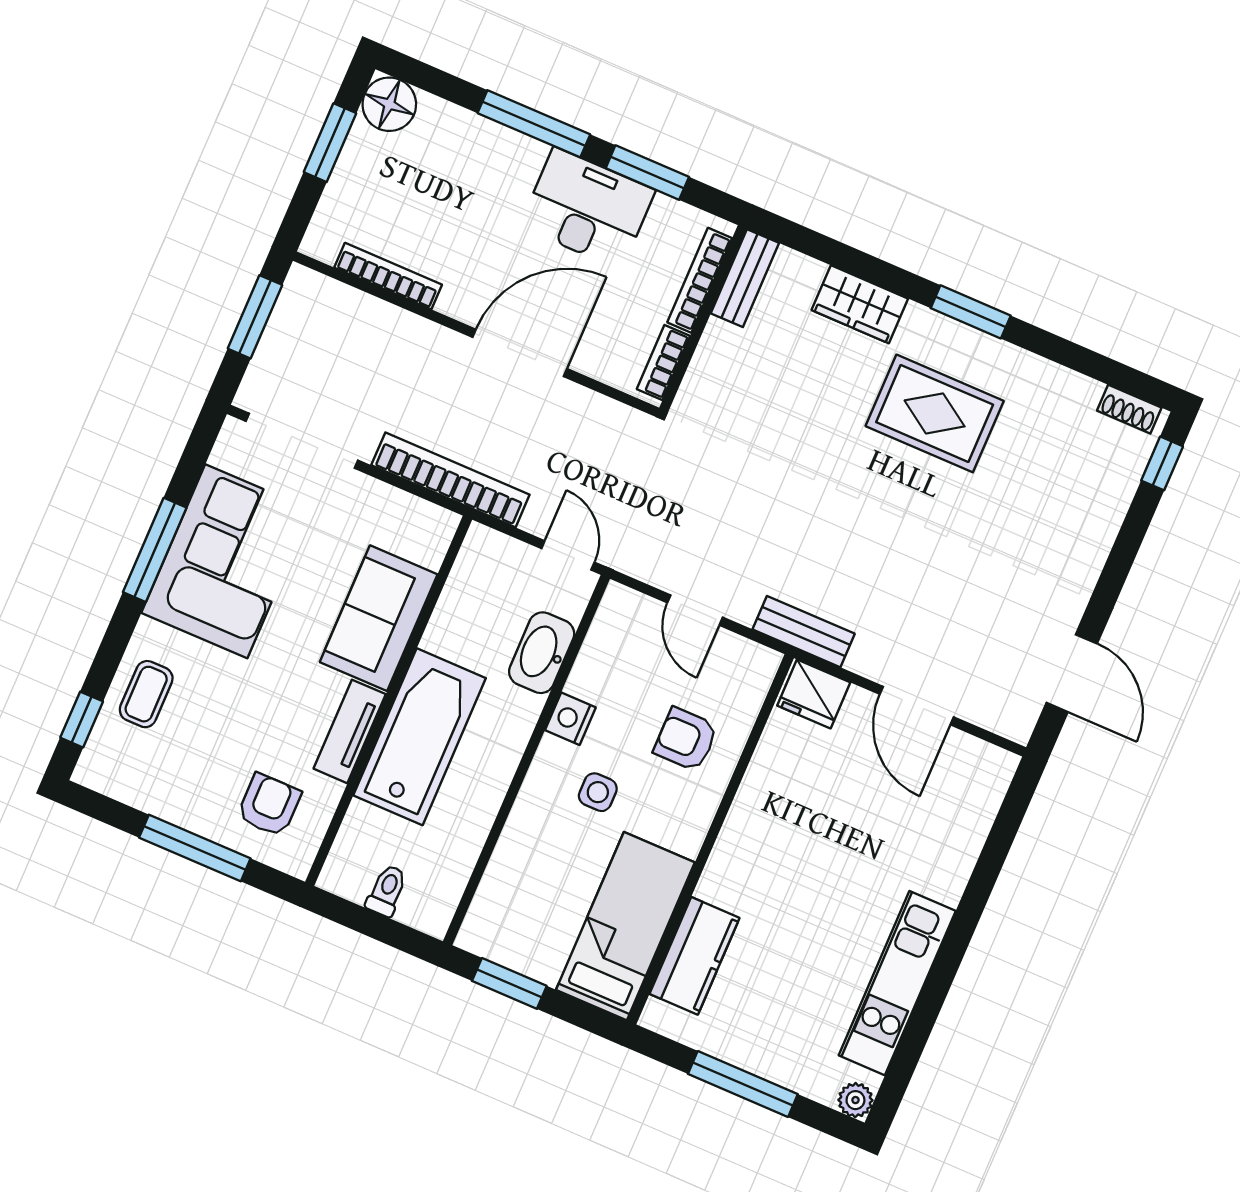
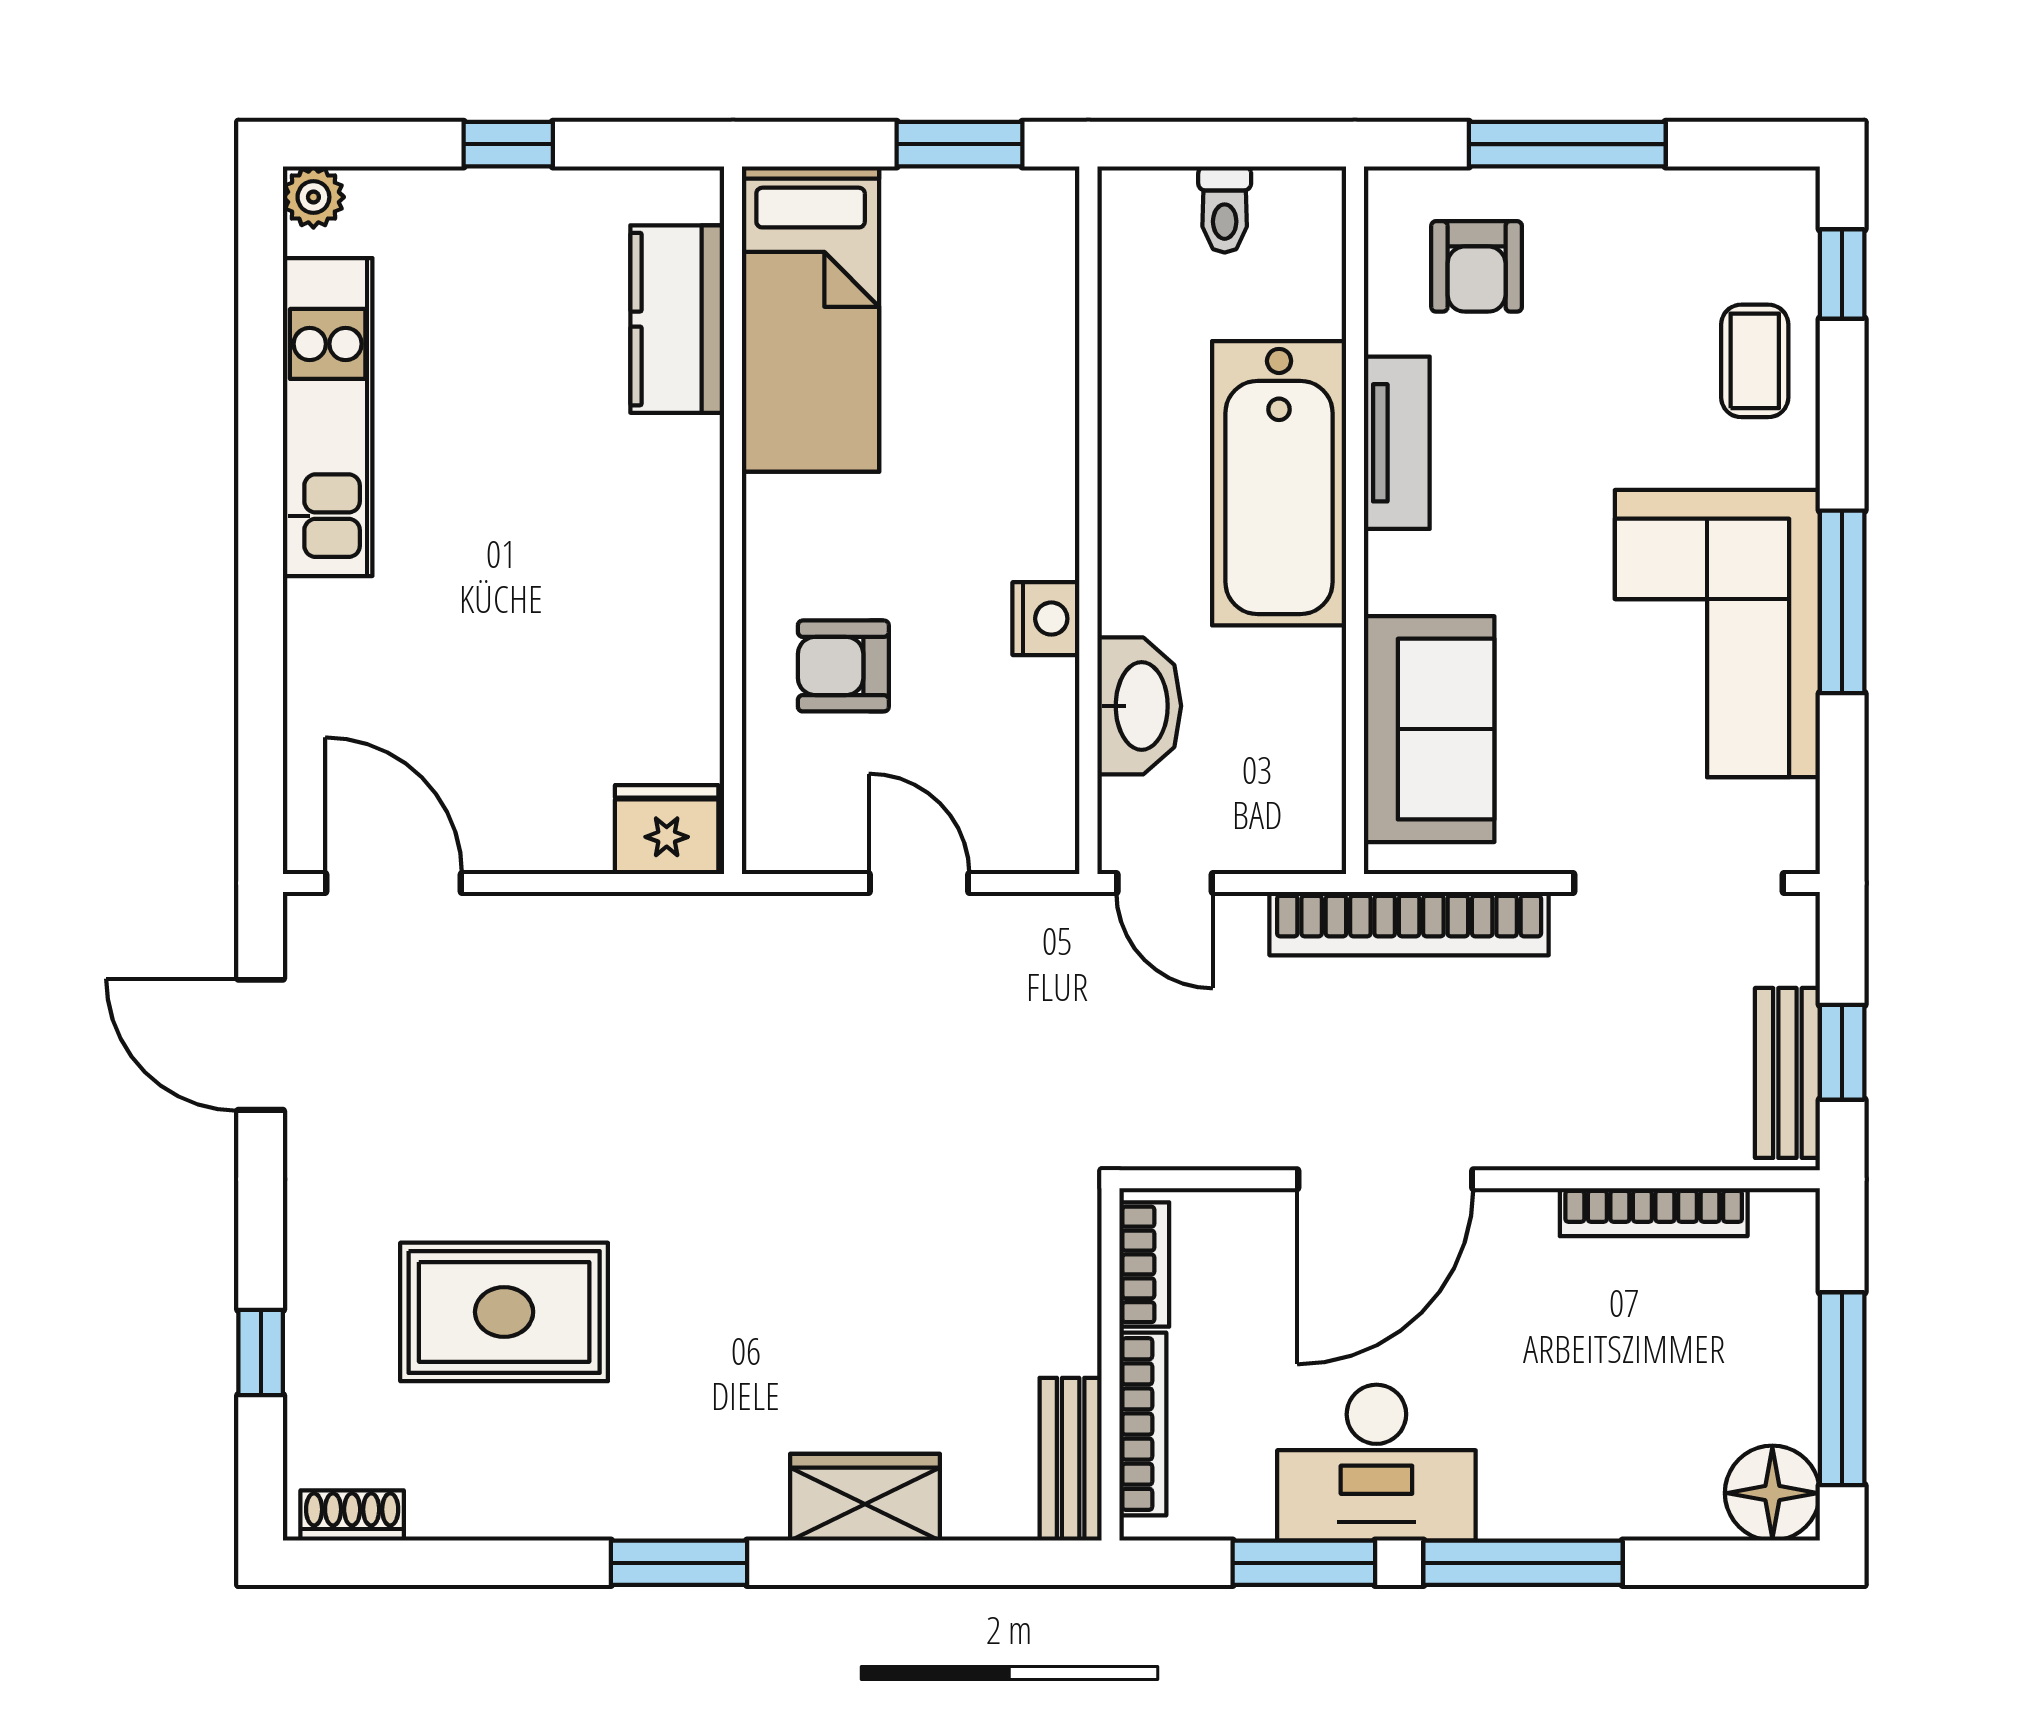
window: (330, 143) -> (1842, 1389), width x1.44
window: (255, 317) -> (1842, 1052), width x0.67
rug: (935, 413) -> (504, 1312), moved
window: (1162, 463) -> (261, 1352), moved
sofa: (379, 618) -> (1429, 729), moved
bench: (804, 632) -> (1787, 1073), moved, turned 90
door: (917, 706) -> (394, 883), moved
armchair: (686, 739) -> (843, 666), turned 180
side table: (598, 792) -> (950, 518), removed
window: (743, 1084) -> (508, 144), width x0.46

